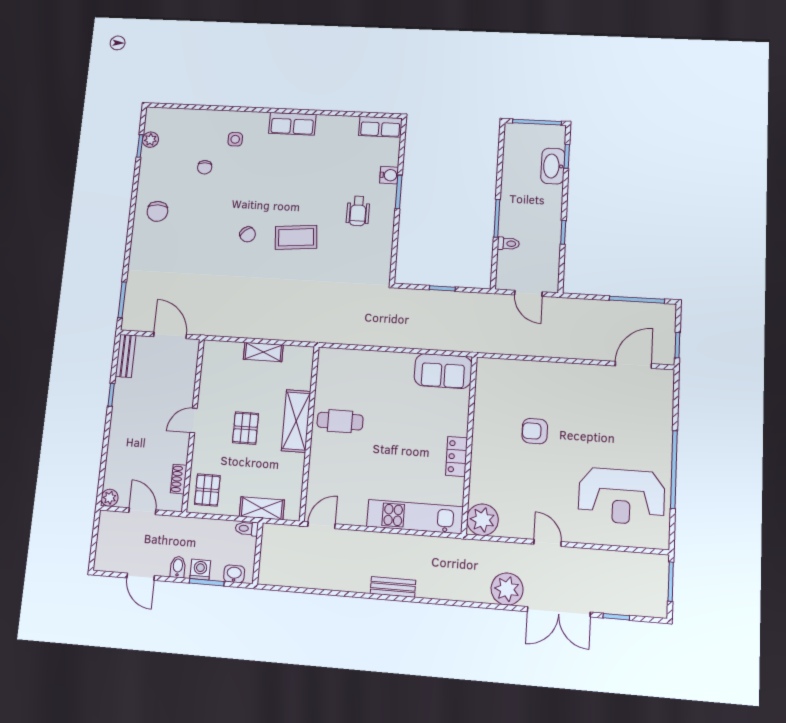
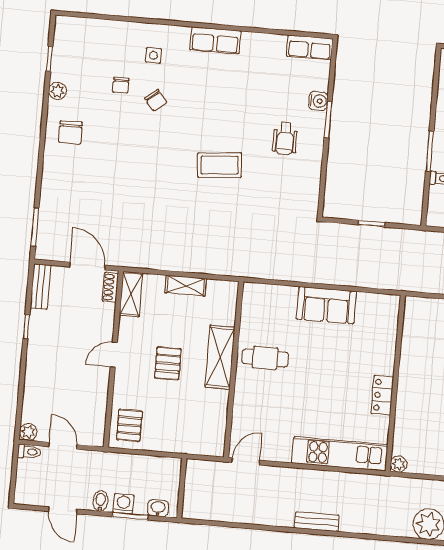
plant: (150, 140) -> (57, 91), moved
chair: (248, 234) -> (156, 100), moved
sofa: (443, 371) -> (326, 305), moved
shoe rack: (179, 479) -> (110, 287), moved
shelving: (262, 508) -> (131, 294), moved, turned 90
plant: (482, 520) -> (399, 464), width x0.53, depth x0.53
toilet: (247, 529) -> (29, 452), moved, turned 180

